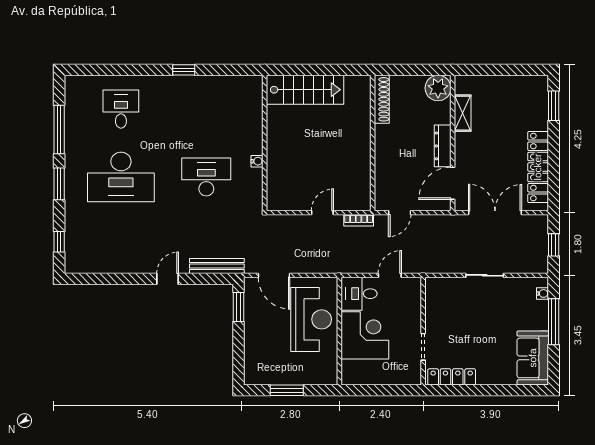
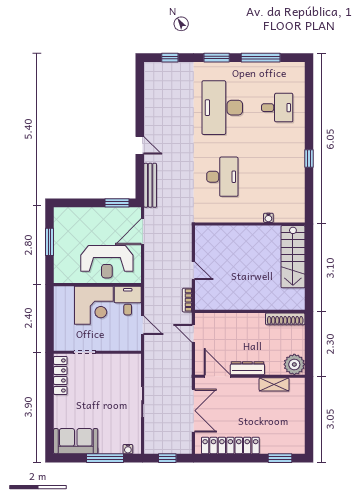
water cooler: (257, 161) -> (268, 218), moved

